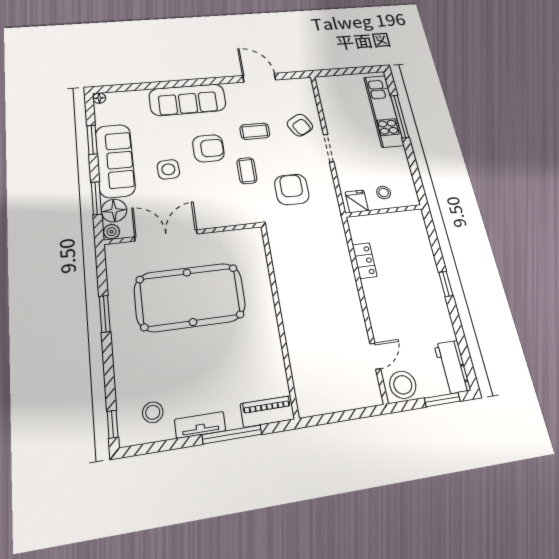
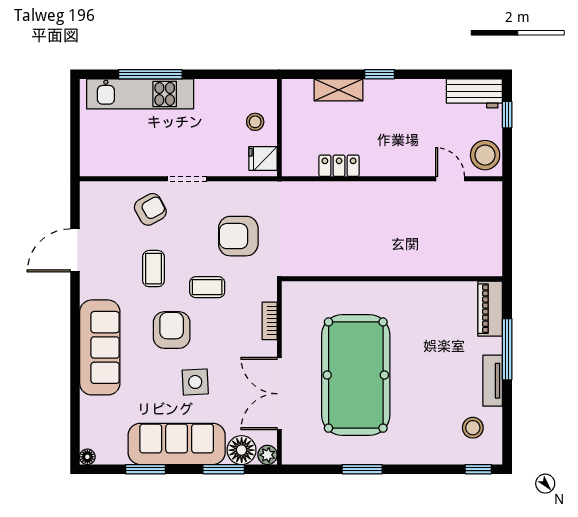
bookcase: (227, 221) -> (270, 321), added
shelving: (425, 253) -> (339, 90), added
window: (442, 400) -> (507, 115), width x0.67

